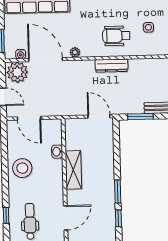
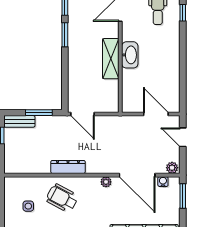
wheelchair: (116, 36) -> (62, 198), turned -152
plant: (17, 72) -> (172, 168), width x0.53, depth x0.53
washbasin: (57, 152) -> (130, 55), moved, width x1.91, depth x1.45
stool: (22, 168) -> (164, 62), removed

